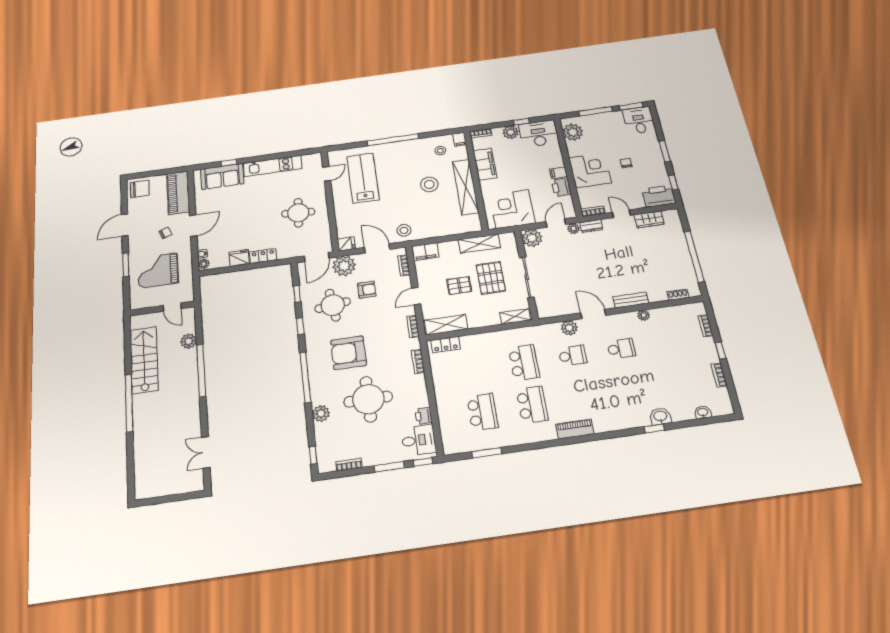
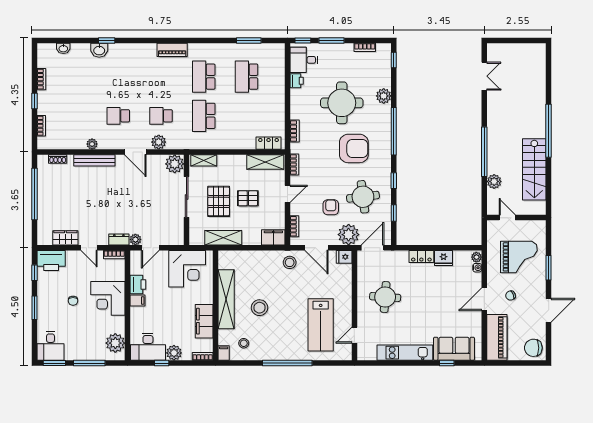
plant: (532, 238) -> (175, 164), moved
armchair: (367, 290) -> (331, 207), turned 90
bench: (631, 300) -> (94, 160), width x1.36

